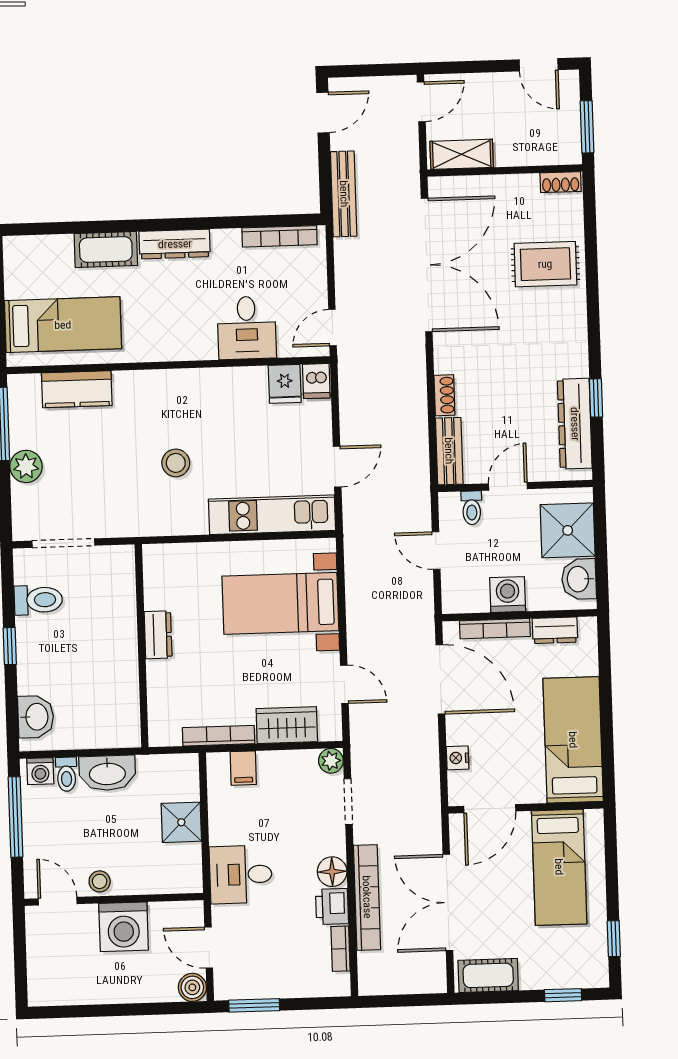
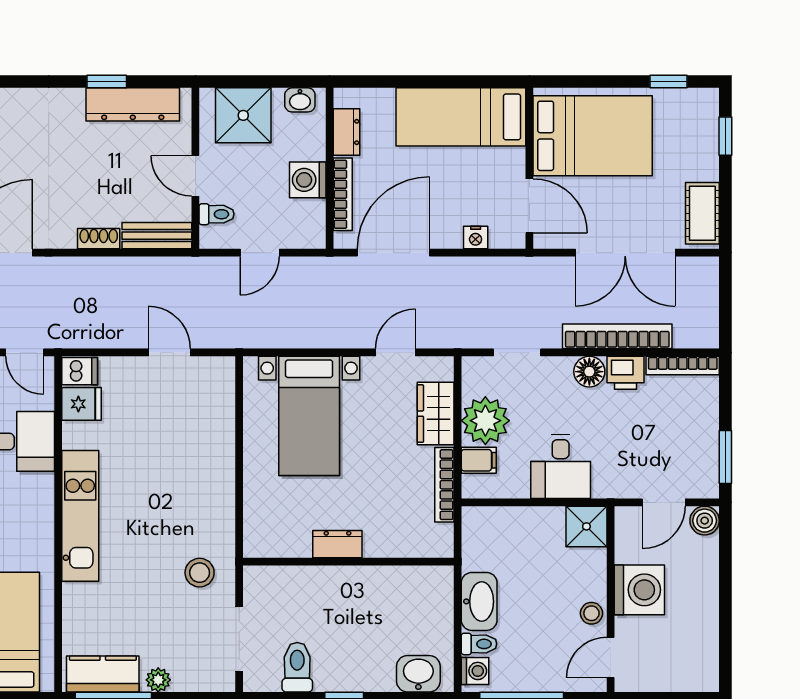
kitchen counter: (77, 389) -> (103, 674), moved, turned -90
stool: (176, 463) -> (200, 573), moved
plant: (26, 466) -> (158, 680), width x0.73, depth x0.73
kitchen unit: (272, 515) -> (80, 516), moved, turned 180
washbasin: (579, 579) -> (300, 100), width x0.72, depth x0.69
plant: (331, 761) -> (485, 421), moved, width x1.87, depth x1.87
shower: (181, 822) -> (586, 526), moved
bed: (559, 867) -> (593, 136), width x1.50
desk: (241, 874) -> (561, 466), moved
bookcase: (340, 949) -> (683, 366), width x1.56

